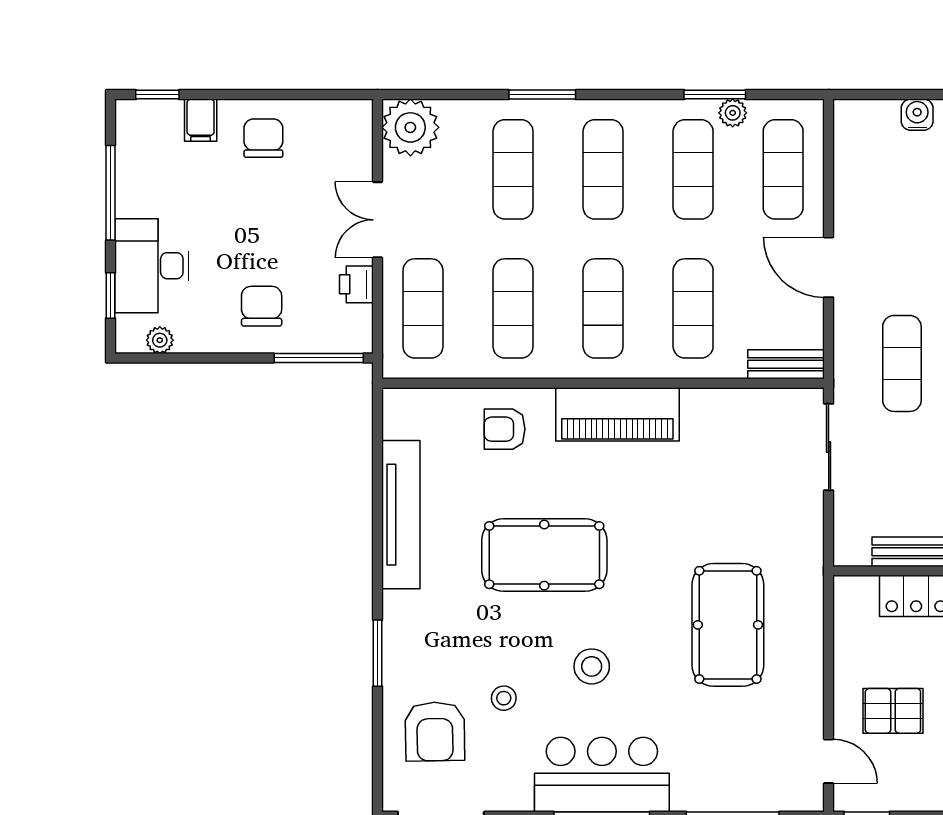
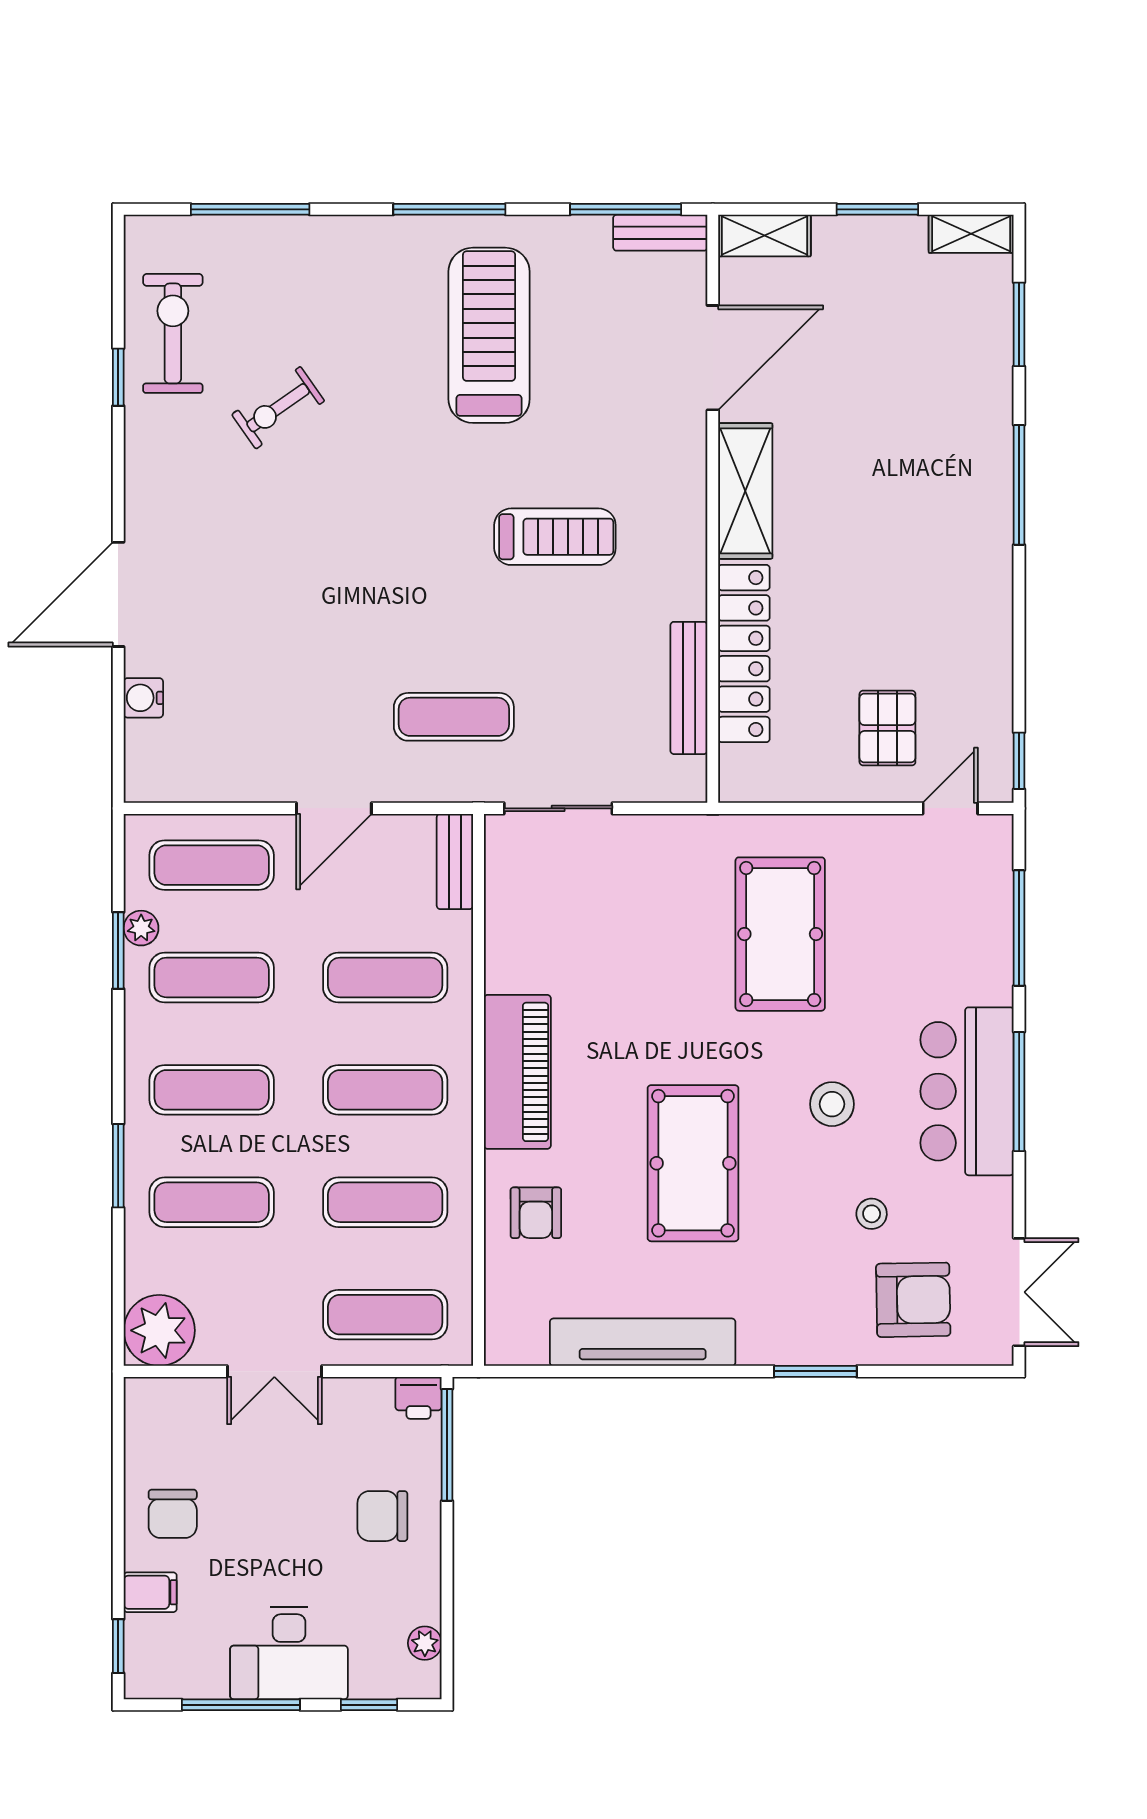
chair: (263, 138) -> (173, 1514), turned -90
desk: (152, 266) -> (289, 1653), moved
printer: (356, 284) -> (419, 1398), moved
pool table: (728, 625) -> (780, 934), turned 90

